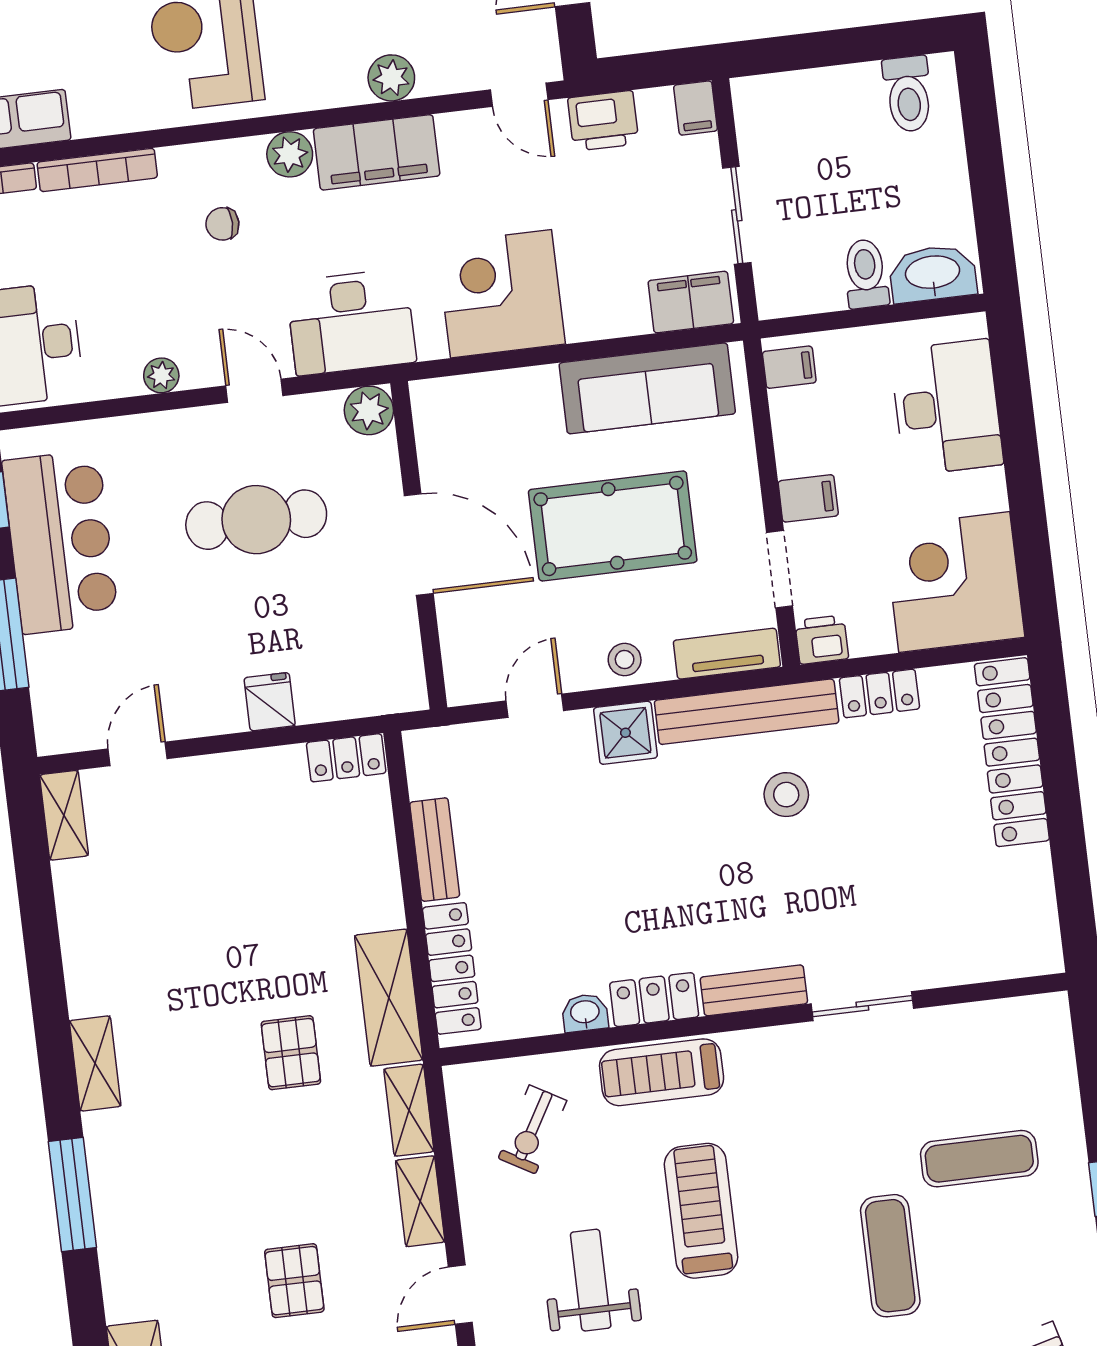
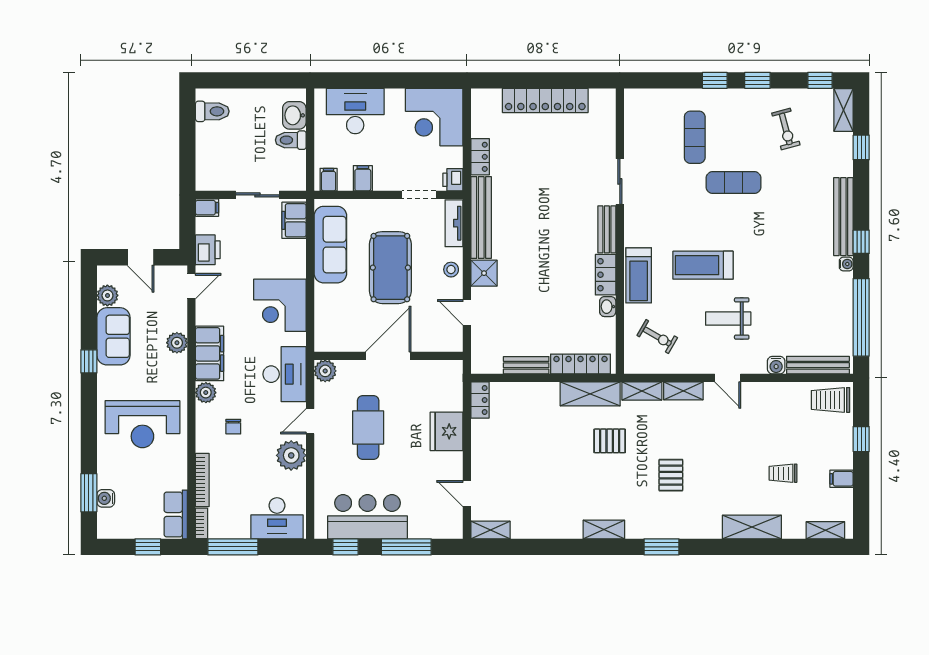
washbasin: (933, 274) -> (294, 115), width x0.72
plant: (161, 375) -> (291, 455), width x1.87, depth x1.87
filing cabinet: (808, 498) -> (363, 178), moved
fridge: (270, 702) -> (447, 431), width x1.88, depth x1.34
locker: (1012, 752) -> (545, 100), moved
stool: (786, 795) -> (521, 204), removed
window: (72, 1194) -> (661, 547), width x0.69
pallet: (294, 1281) -> (671, 475), moved, turned 90

